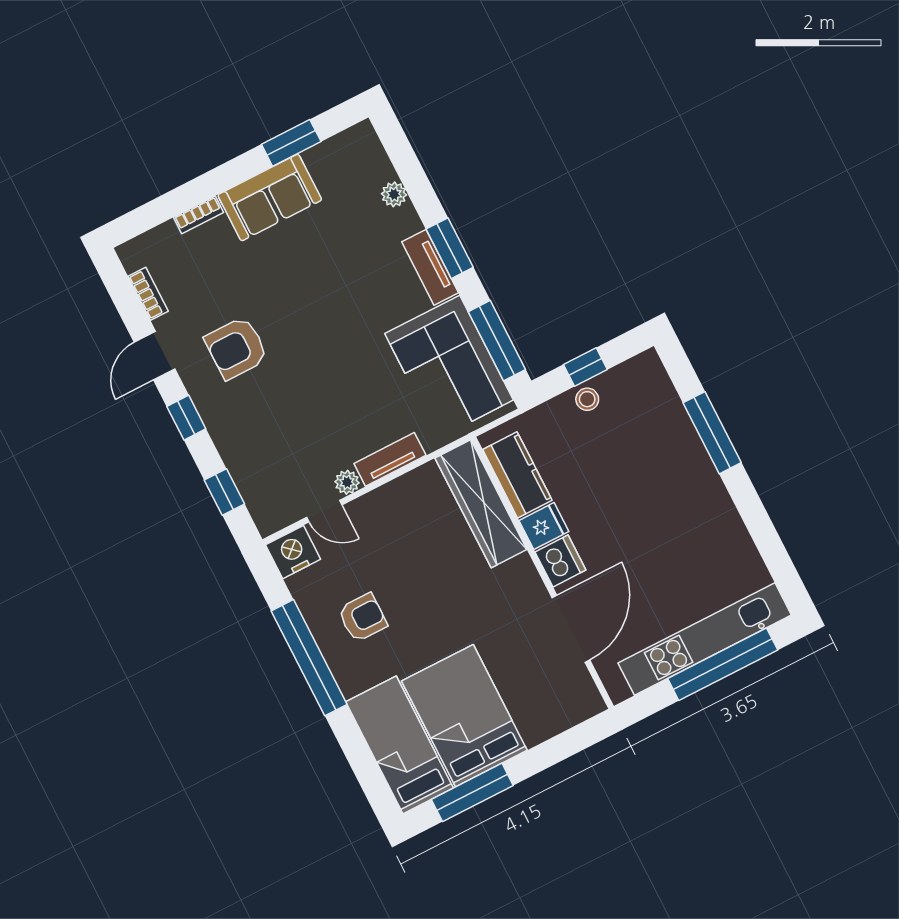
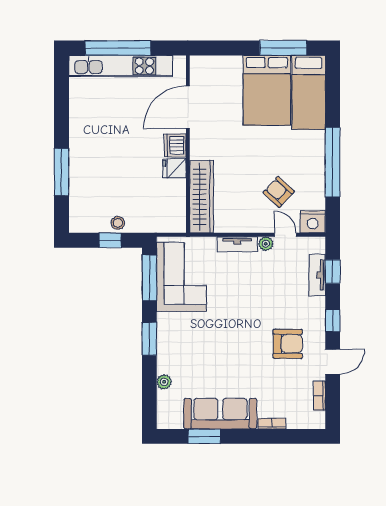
sofa: (270, 197) -> (220, 414), width x1.36
tv unit: (430, 267) -> (317, 275), moved, turned 180
kitchen counter: (517, 475) -> (175, 202), removed
armchair: (363, 618) -> (279, 192), moved, turned 43

